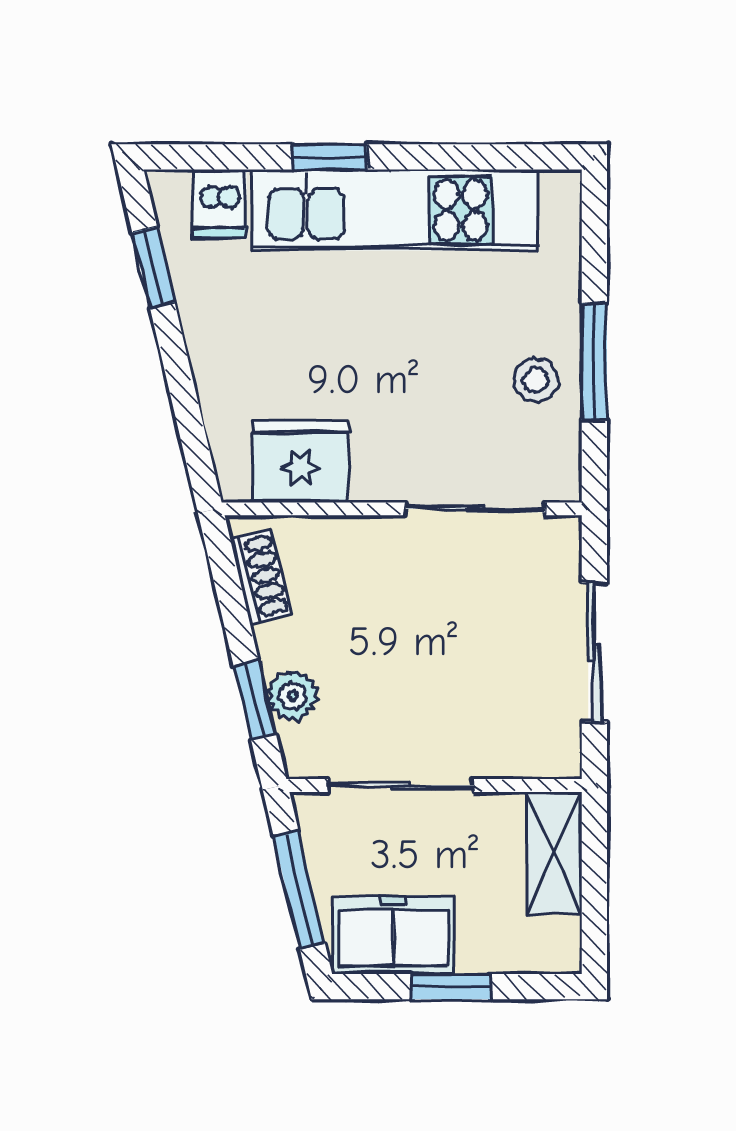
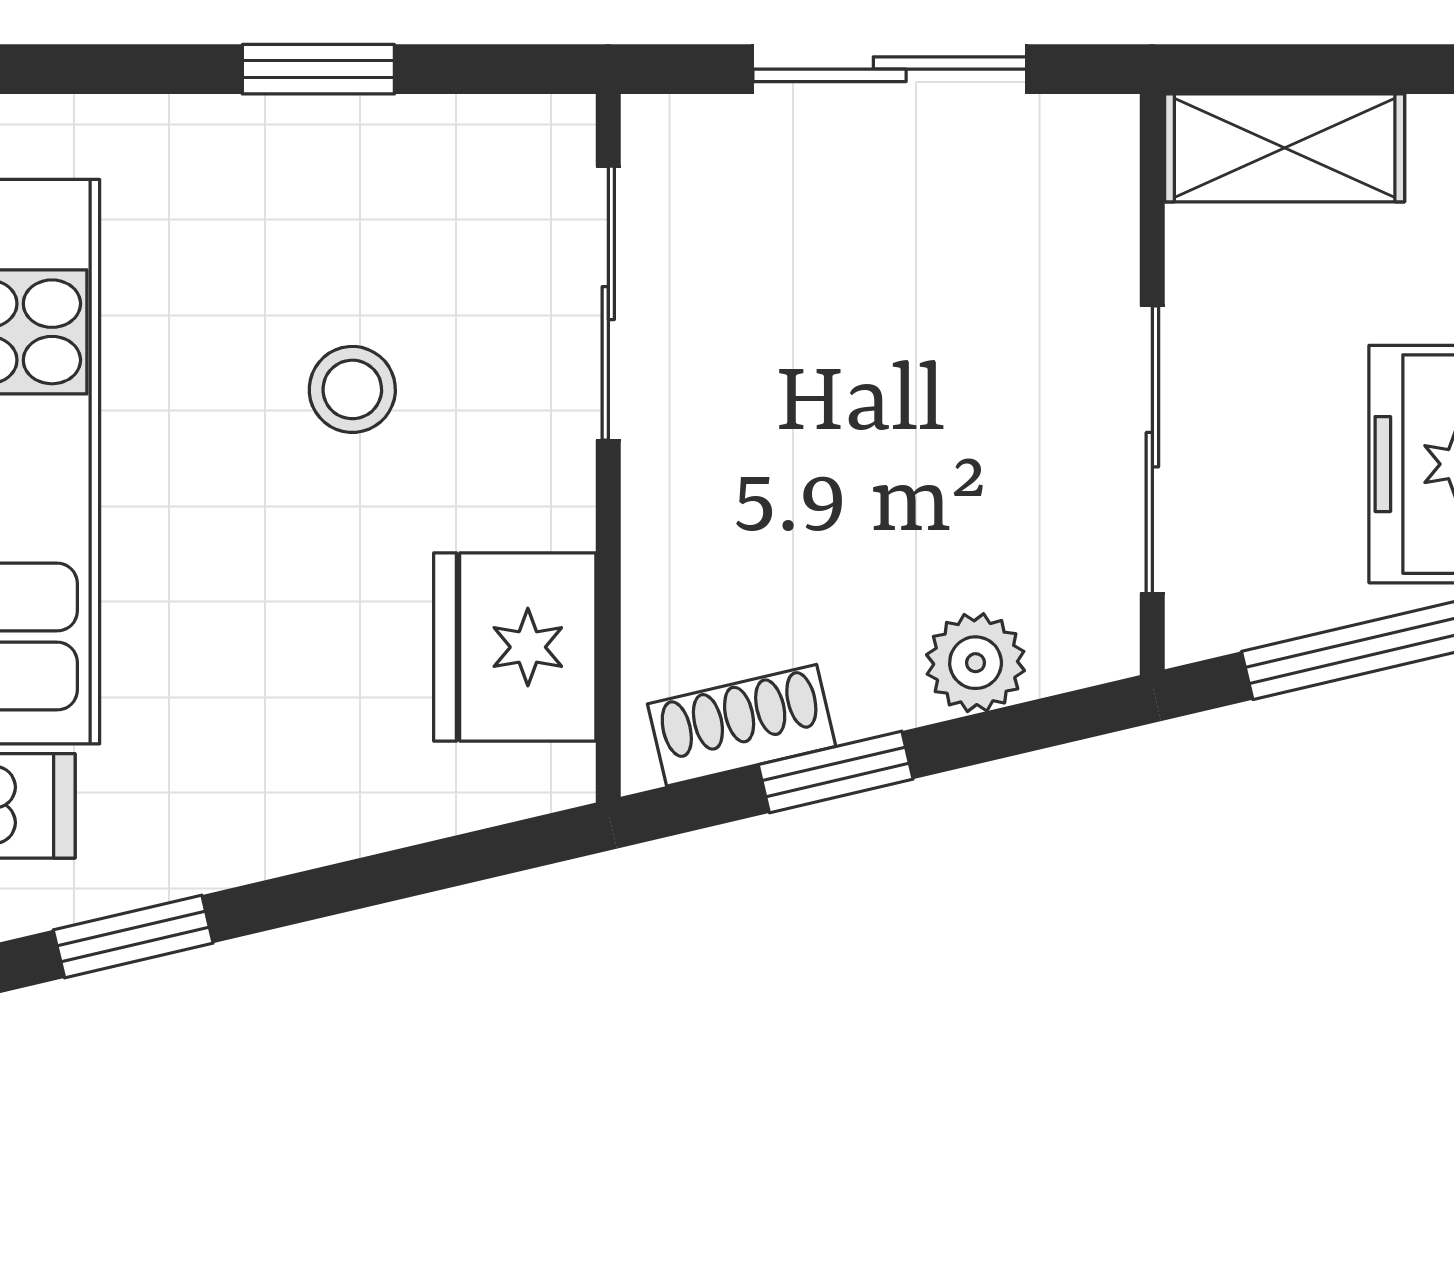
window: (594, 362) -> (318, 69), width x0.67
stool: (536, 380) -> (352, 389), moved
window: (255, 700) -> (836, 772), moved

